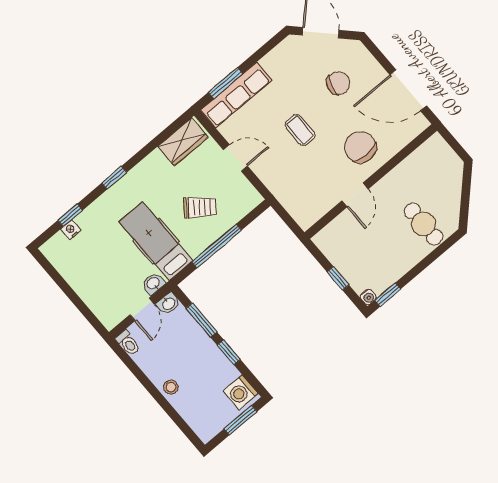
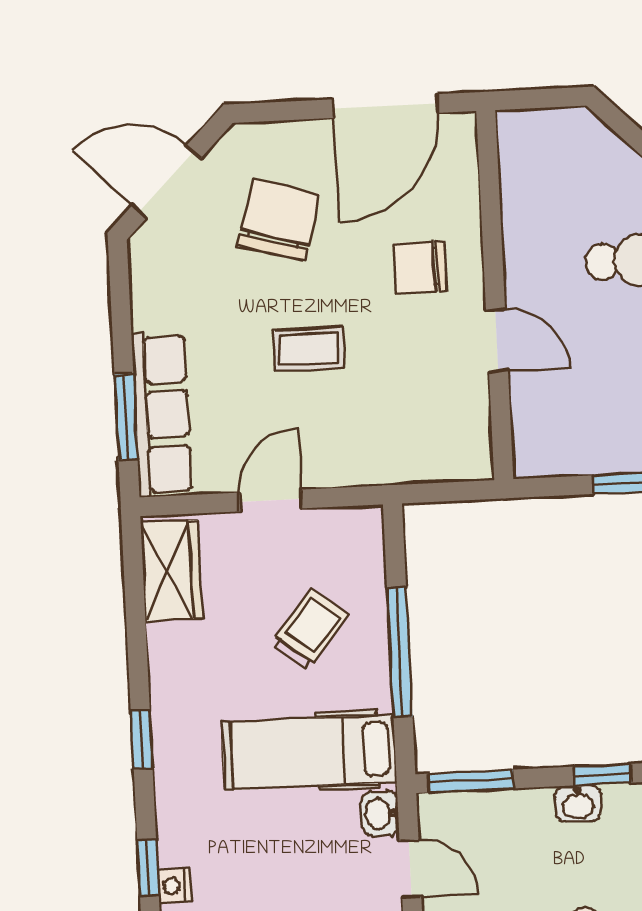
chair: (338, 83) -> (278, 219), width x1.37, depth x1.37
chair: (360, 147) -> (420, 267), width x0.73, depth x0.73
washbasin: (168, 304) -> (578, 803), moved, turned 90
window: (201, 320) -> (471, 781), moved

